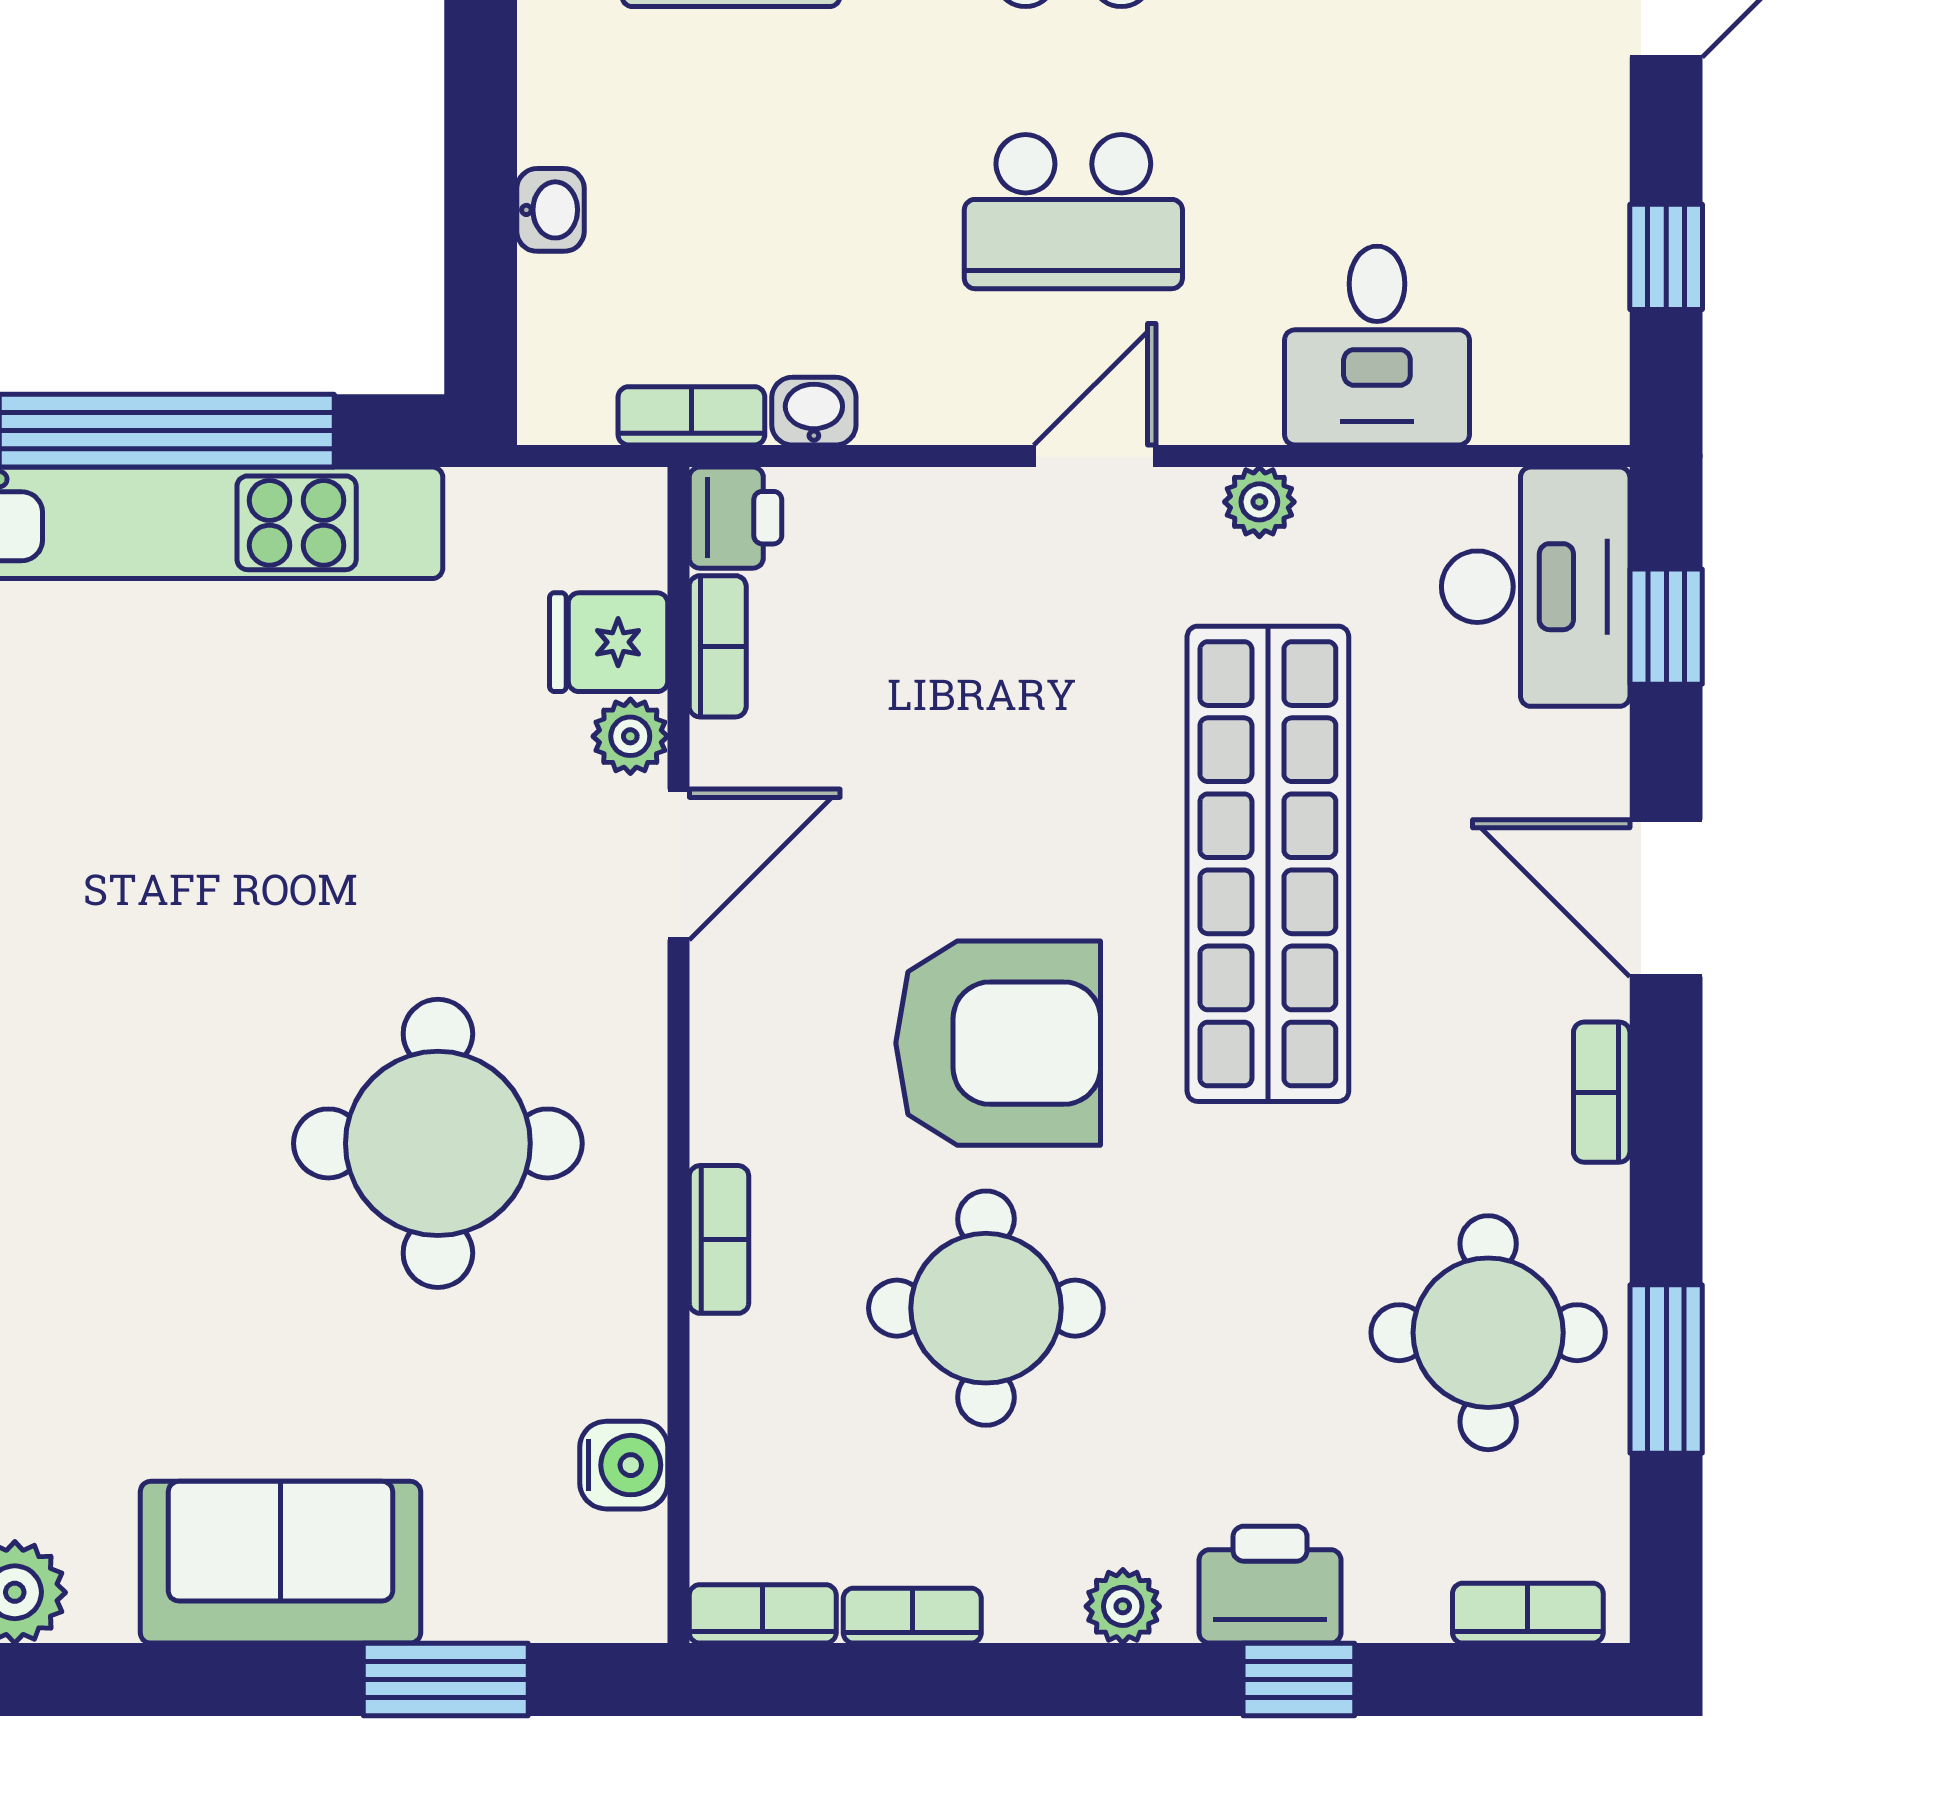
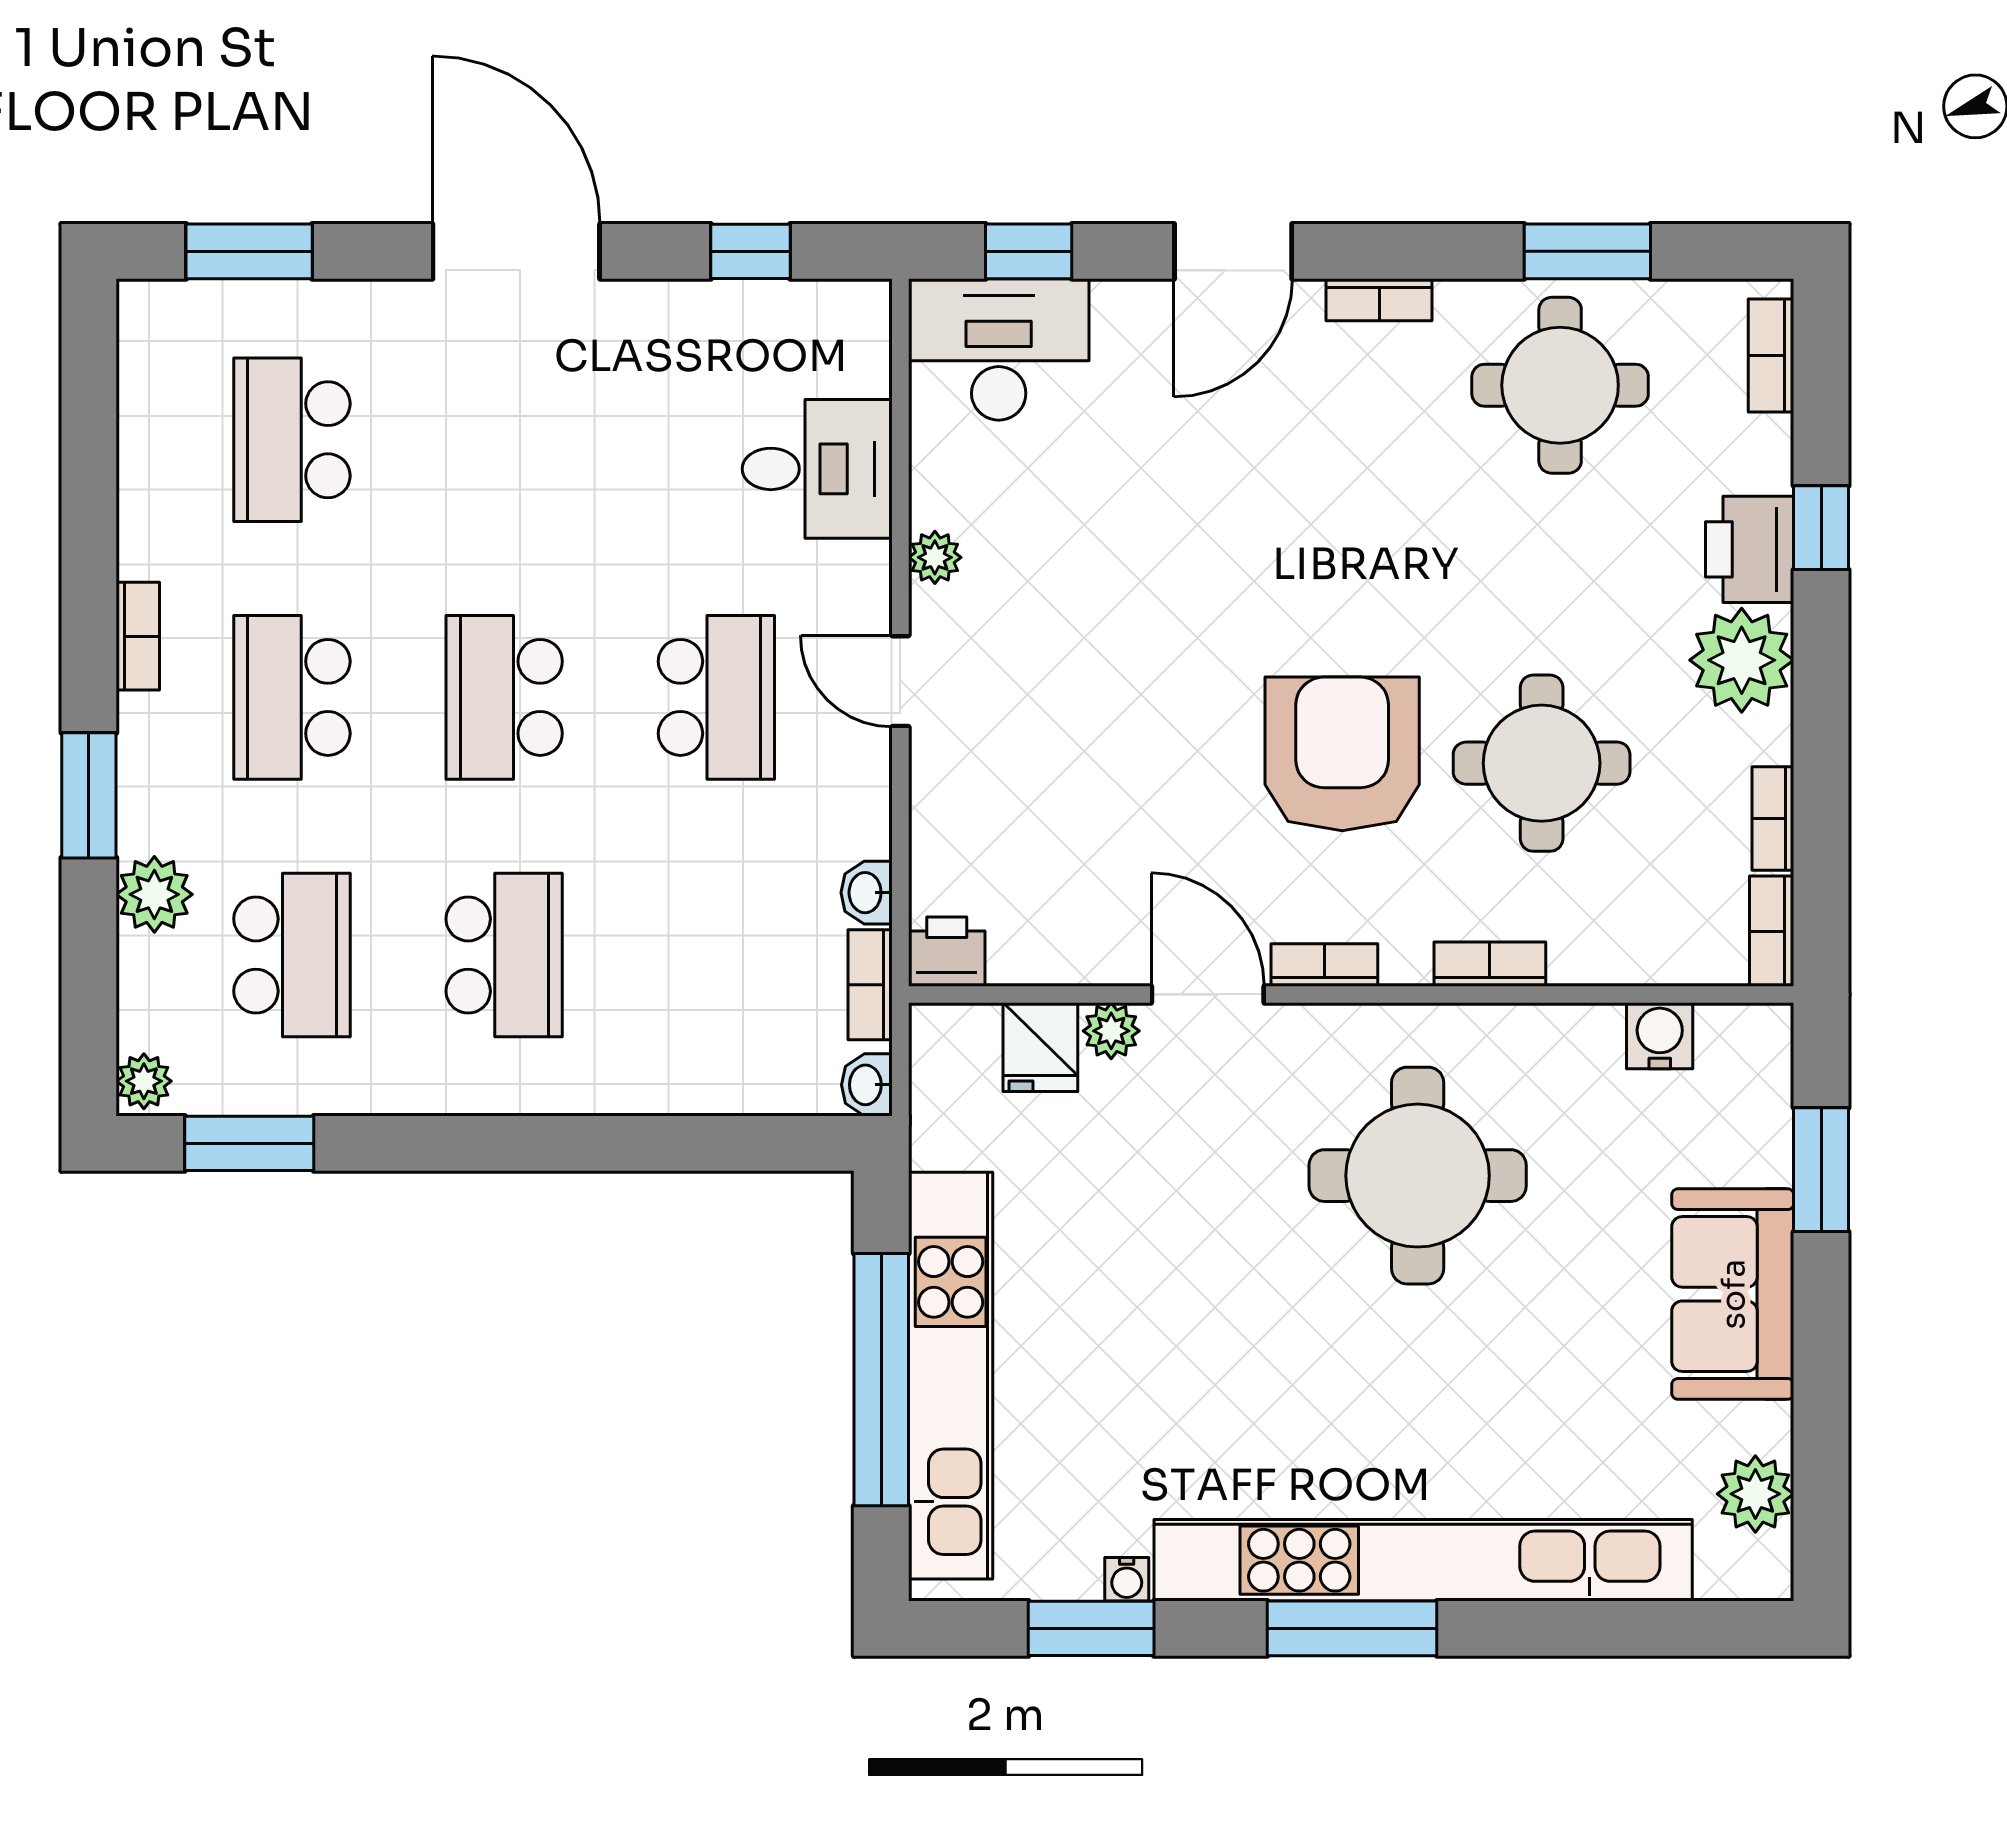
washbasin: (551, 210) -> (867, 1085), moved, turned -90
bookcase: (718, 646) -> (1324, 965), moved
shop shelf: (1268, 864) -> (1207, 551), removed
plant: (1123, 1606) -> (1742, 660), width x1.87, depth x1.87

